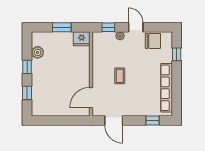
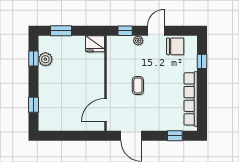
window: (62, 27) -> (61, 31), moved
door: (136, 27) -> (156, 31), hinge flipped
window: (27, 67) -> (34, 58), moved

